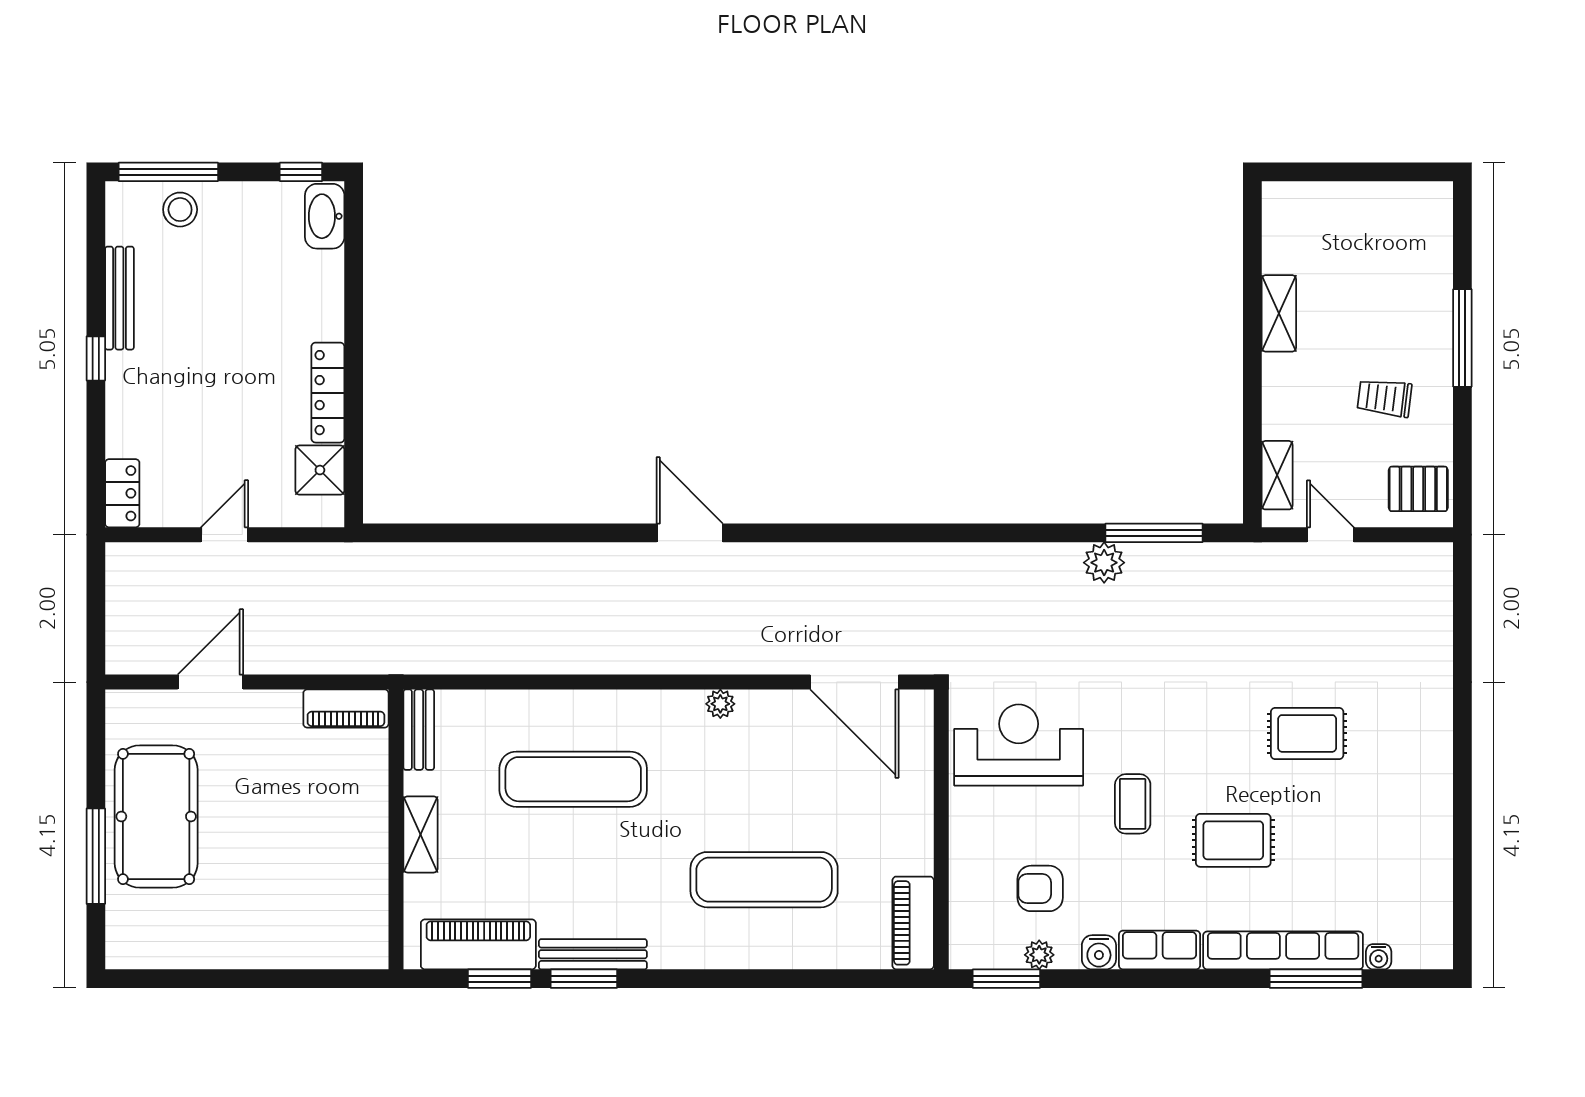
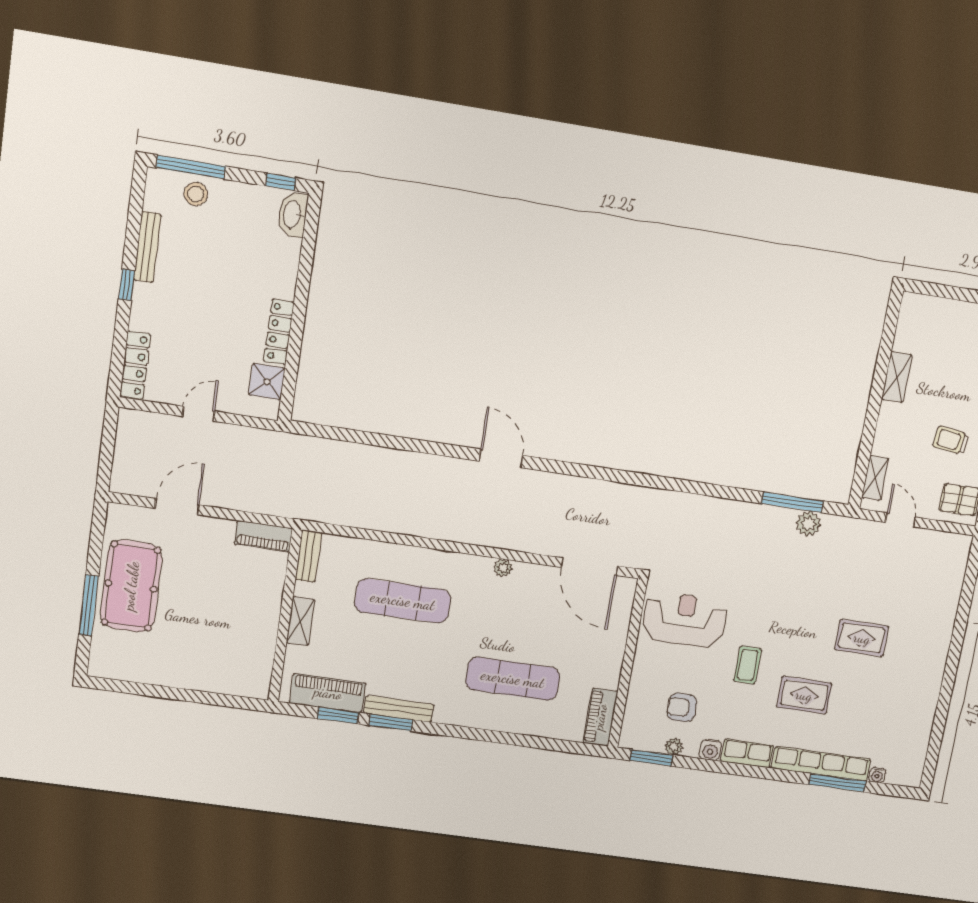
locker: (122, 493) -> (135, 365), width x1.53
plant: (1104, 563) -> (809, 524), moved

